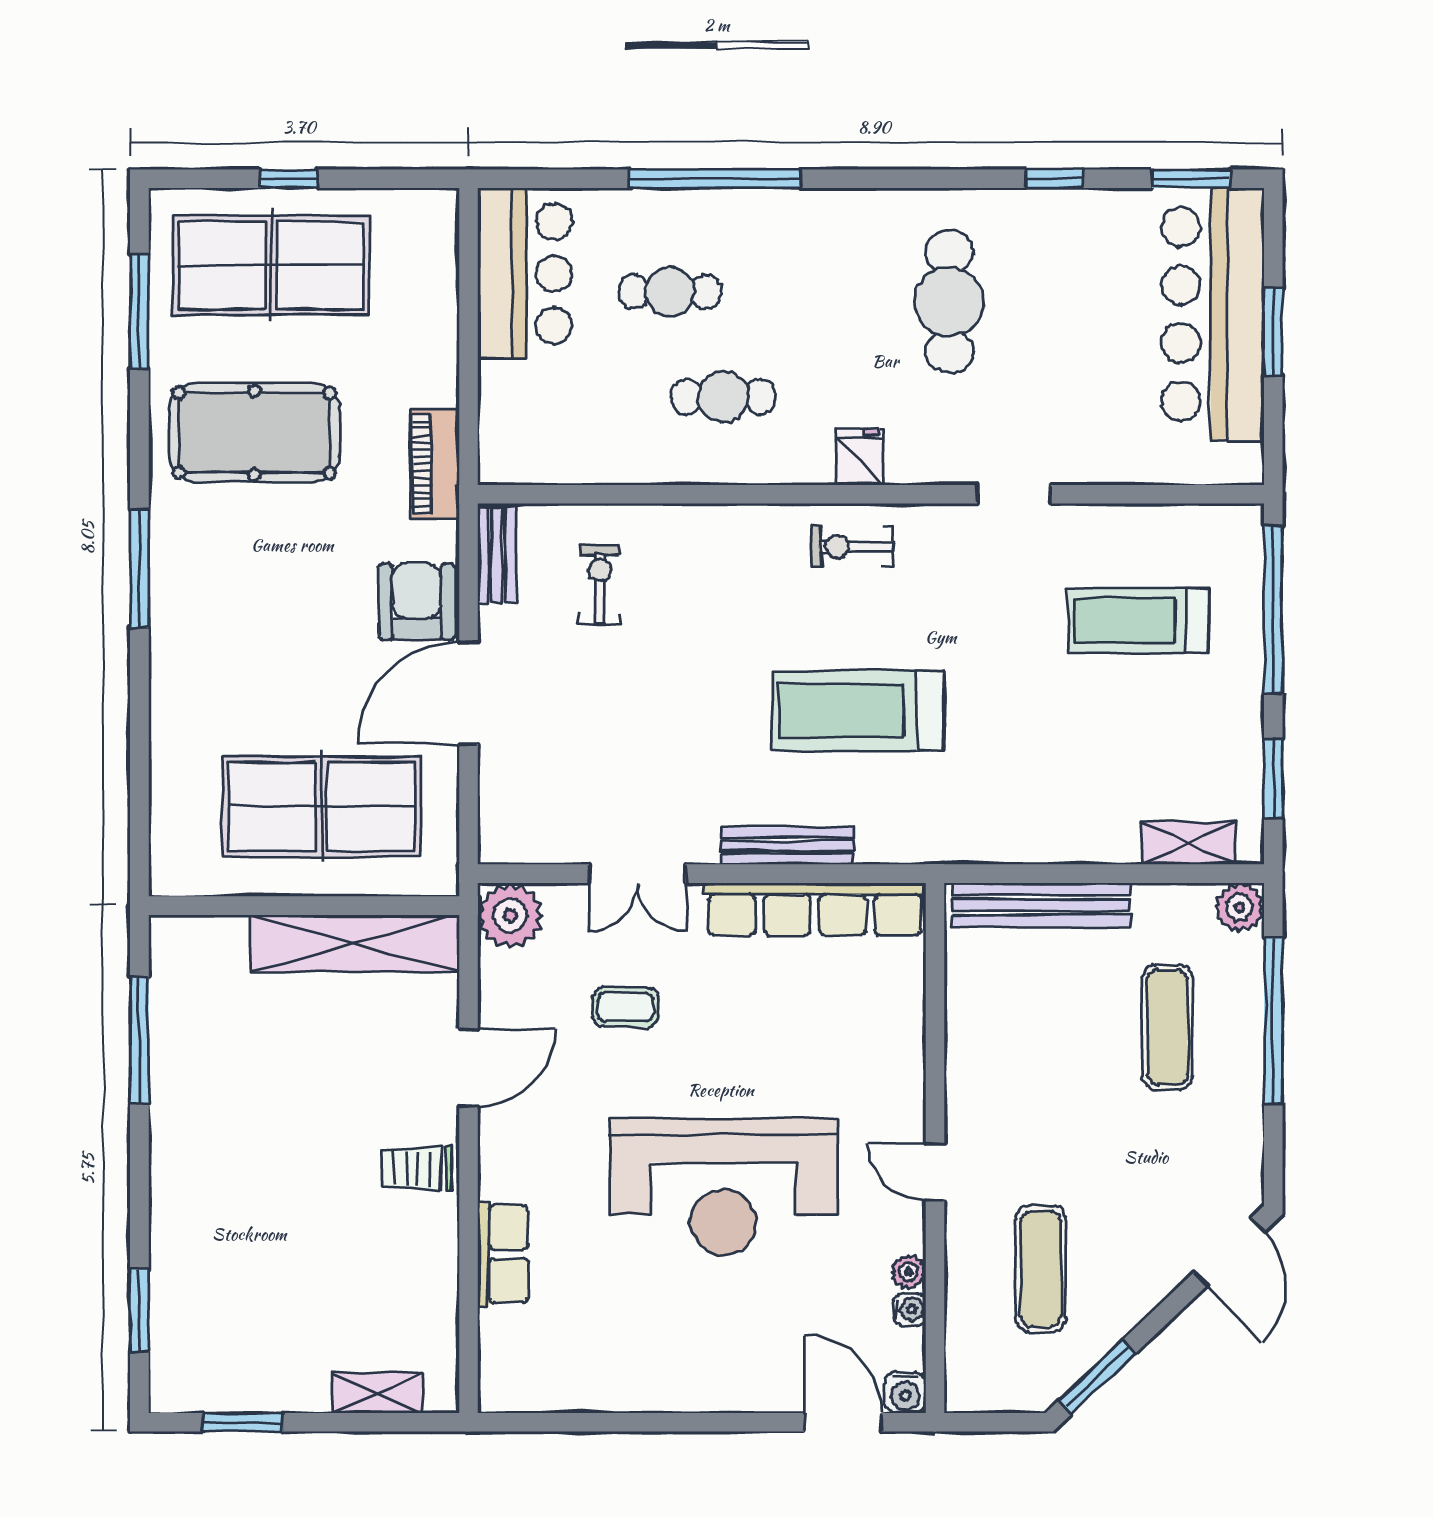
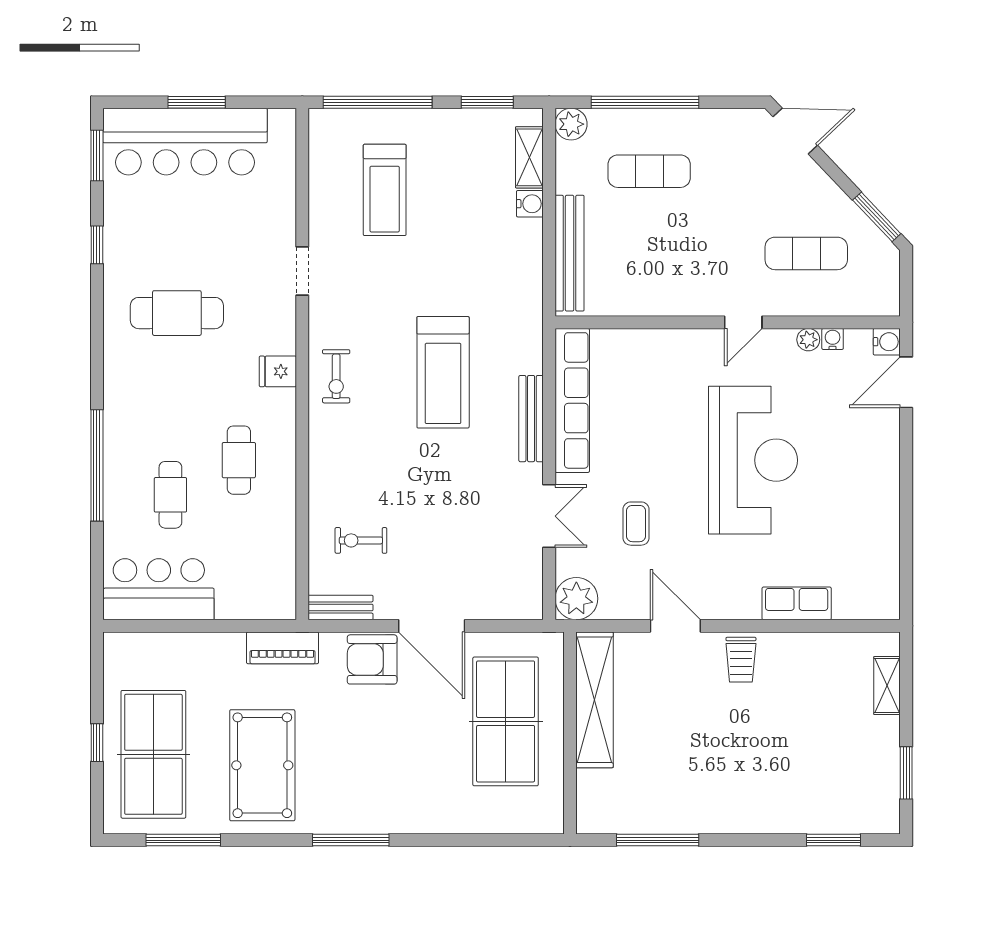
water cooler: (1117, 844) -> (530, 204), added

